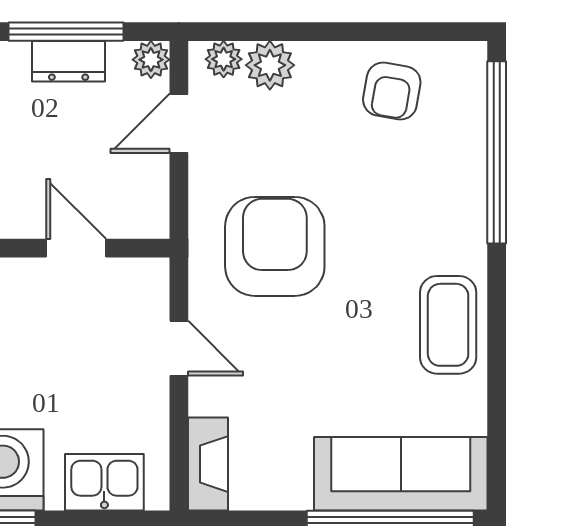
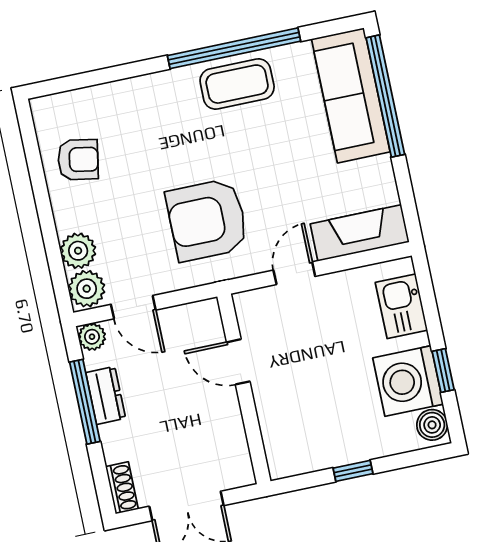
plant: (224, 59) -> (87, 289), width x1.38, depth x1.38
window: (497, 152) -> (234, 48), moved
door: (76, 248) -> (238, 362), hinge flipped
fireplace: (208, 464) -> (360, 233), width x1.37, depth x1.32

